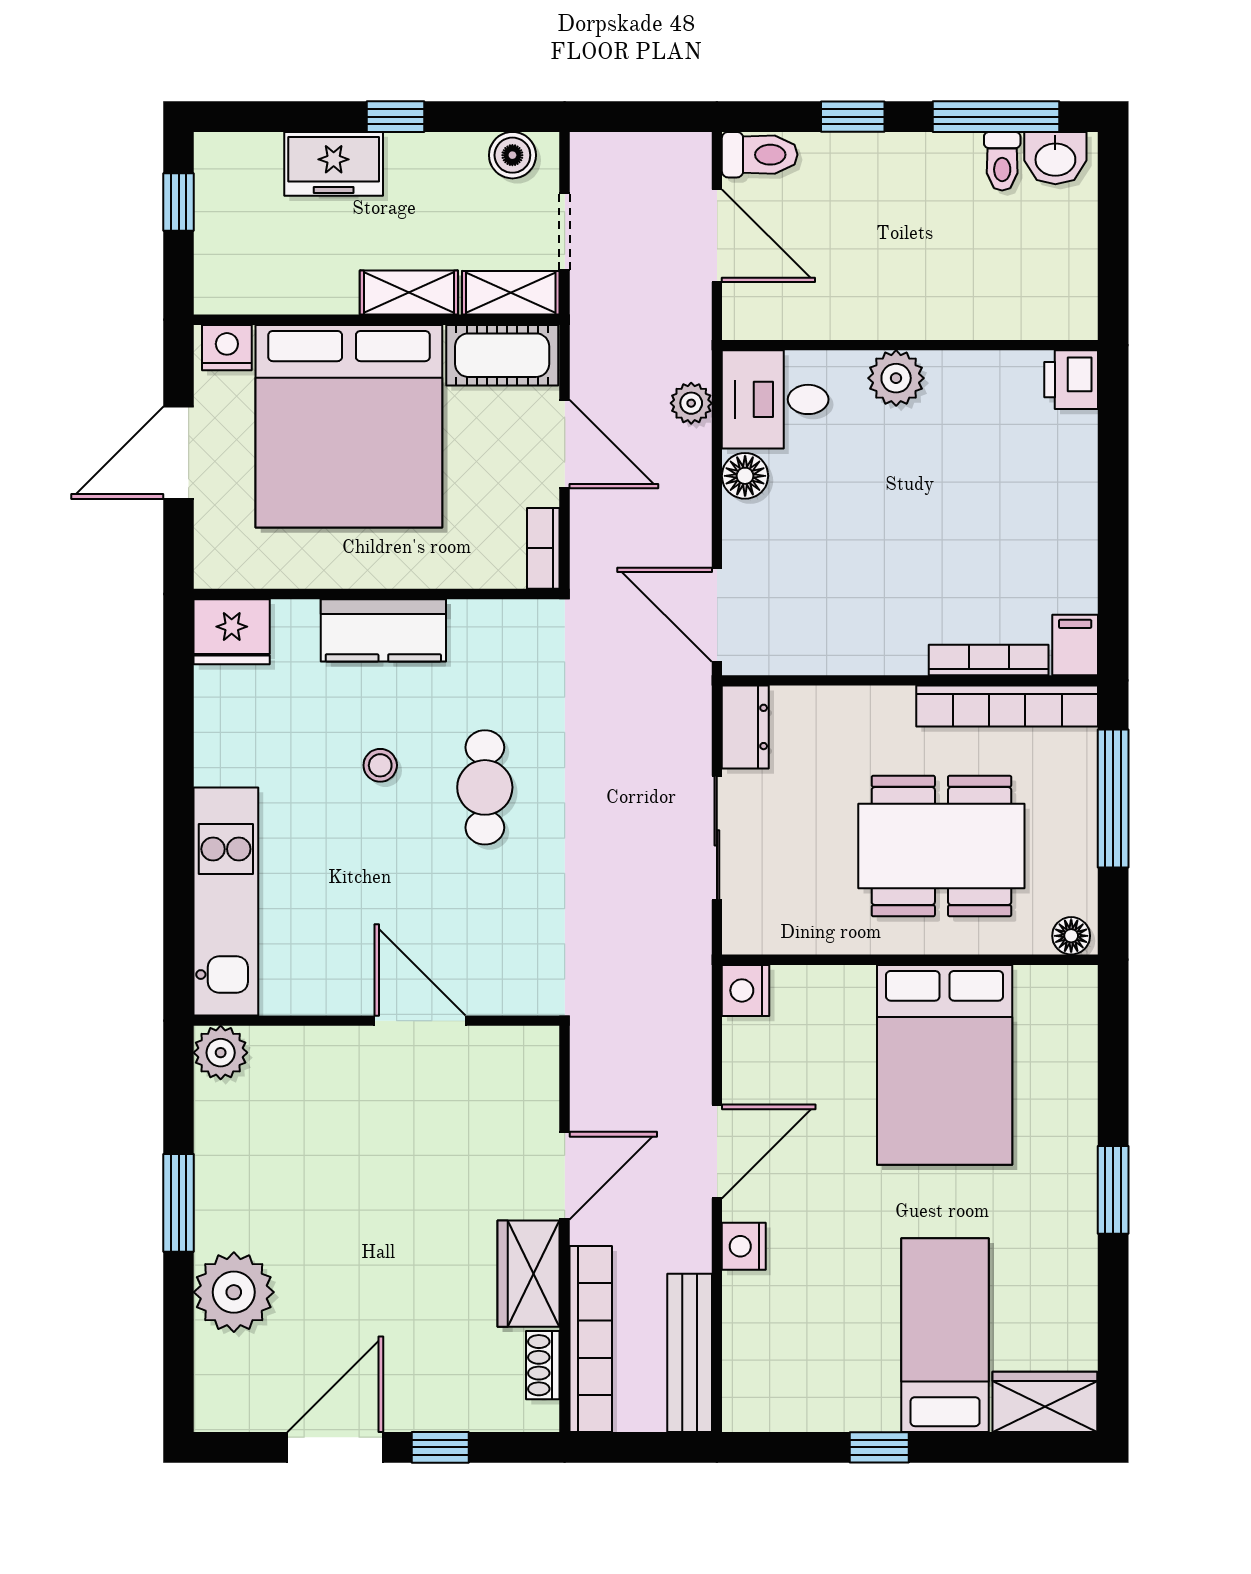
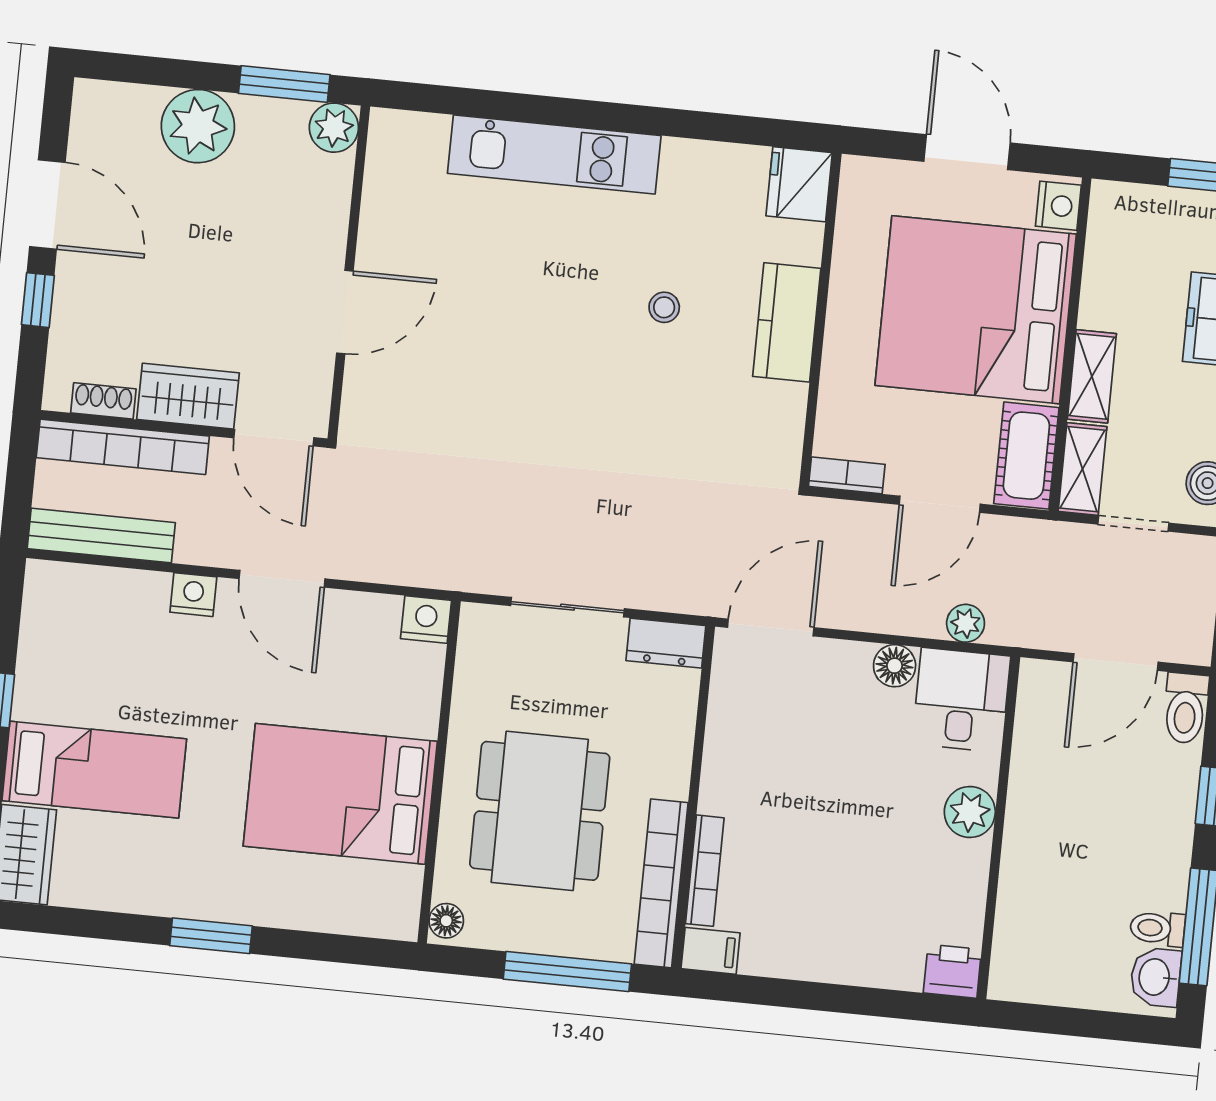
cafe table: (485, 787) -> (635, 401), removed
wall: (377, 1021) -> (349, 273), moved
door: (420, 1021) -> (345, 312), moved
plant: (221, 1053) -> (334, 128), moved

